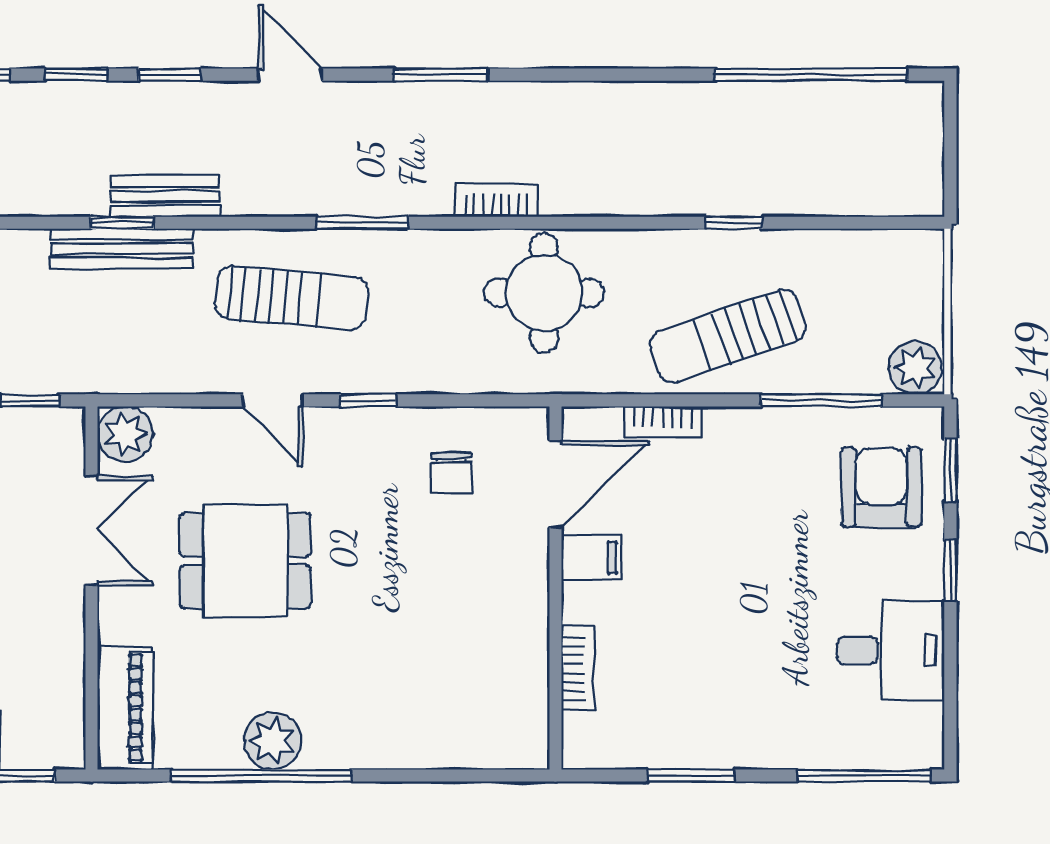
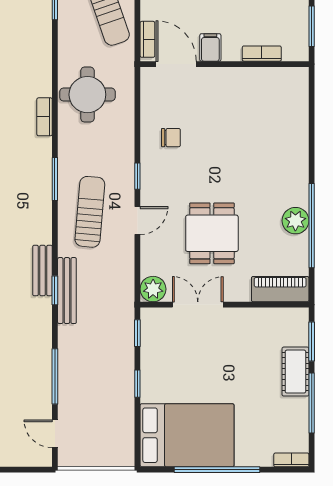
door: (555, 484) -> (176, 64), moved
filing cabinet: (591, 558) -> (210, 47), moved
wall: (555, 588) -> (224, 64), moved
bookcase: (578, 668) -> (262, 54), moved

